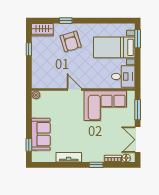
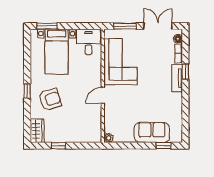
window: (66, 21) -> (27, 91), moved
double door: (138, 140) -> (158, 26), swing flipped
tv unit: (69, 157) -> (177, 78), moved

